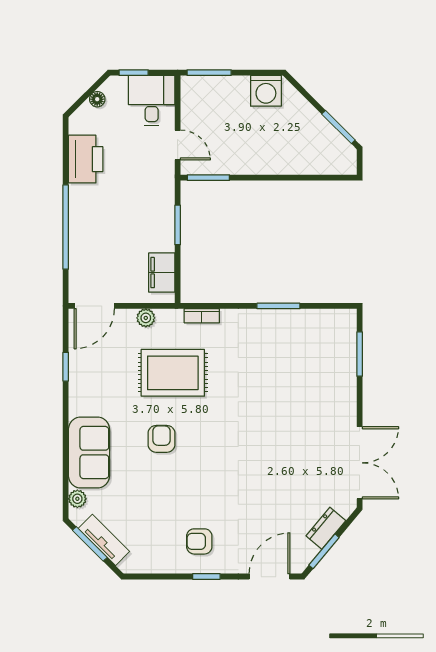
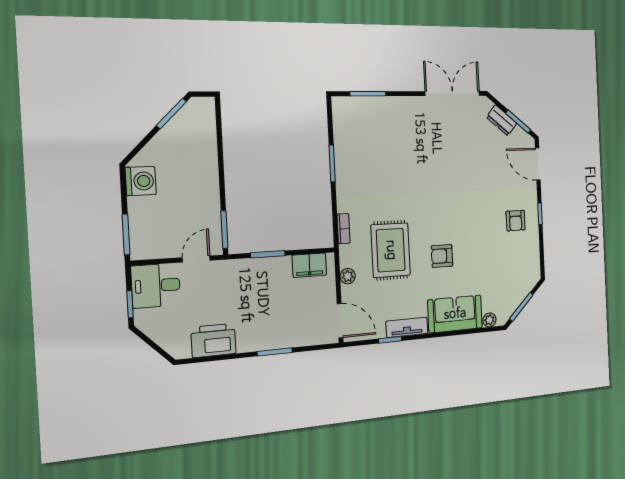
floor lamp: (97, 99) -> (157, 335), removed
window: (66, 227) -> (275, 352), width x0.47
tv unit: (104, 540) -> (407, 327), moved, turned 45

